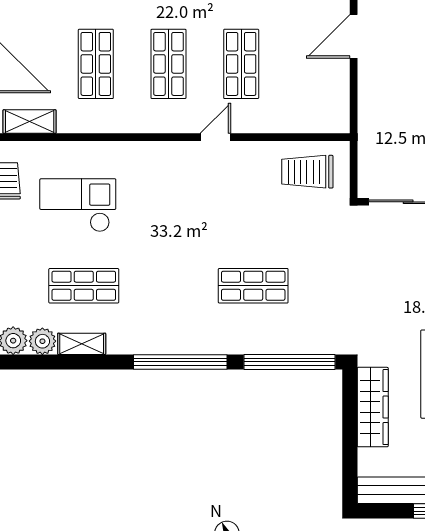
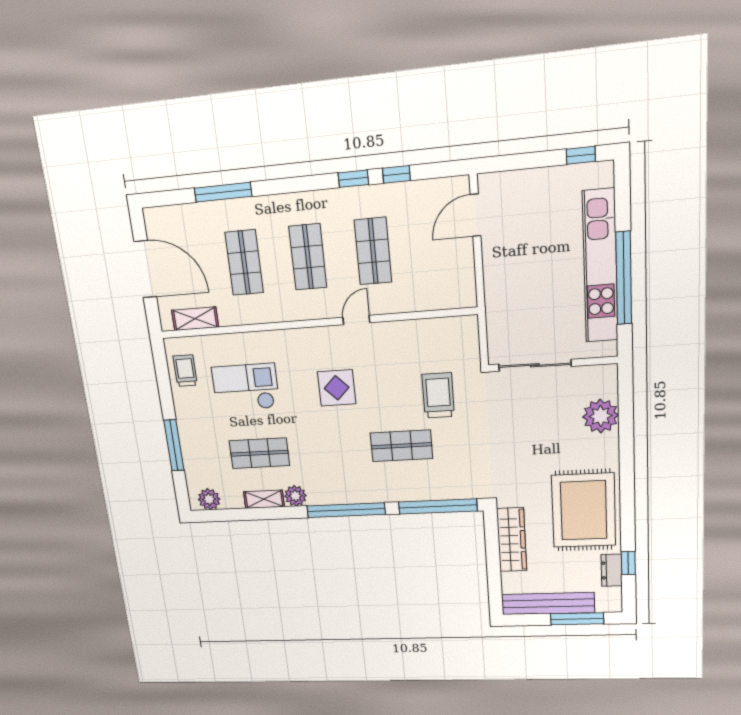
trolley: (307, 172) -> (438, 395), moved, turned 90
display table: (185, 213) -> (337, 388), added
plant: (42, 341) -> (295, 496), moved

